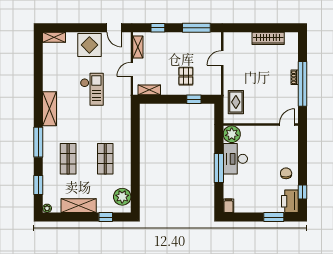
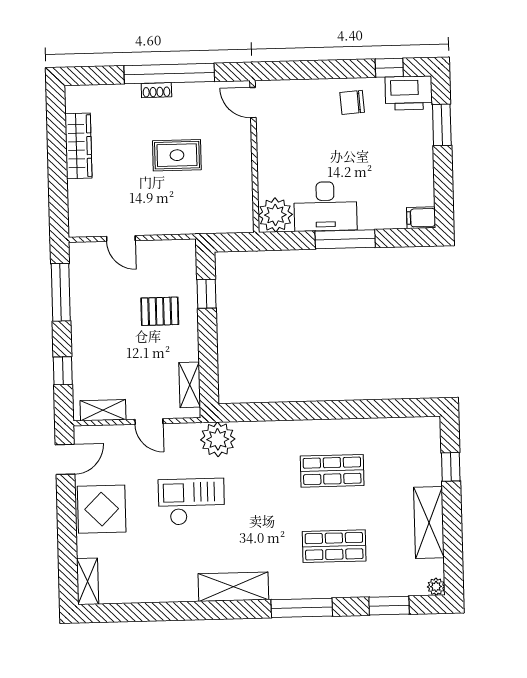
rug: (236, 102) -> (177, 155), moved
plant: (122, 197) -> (218, 439), moved

